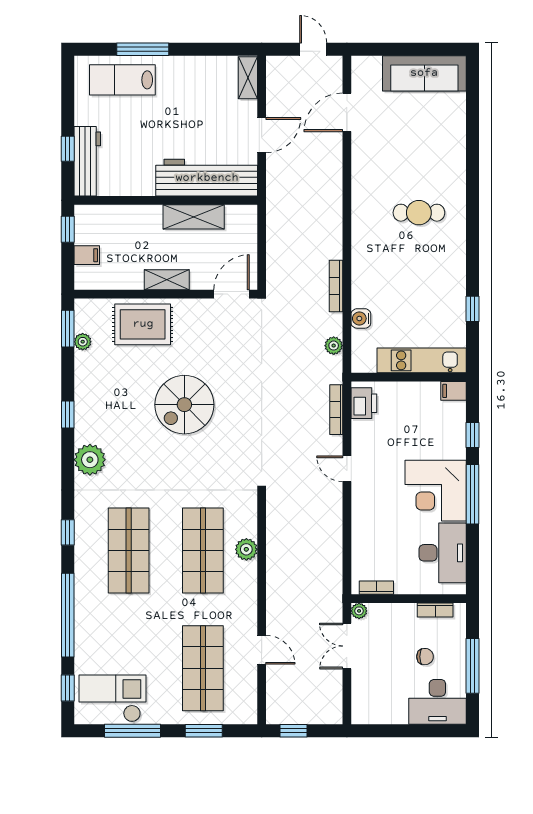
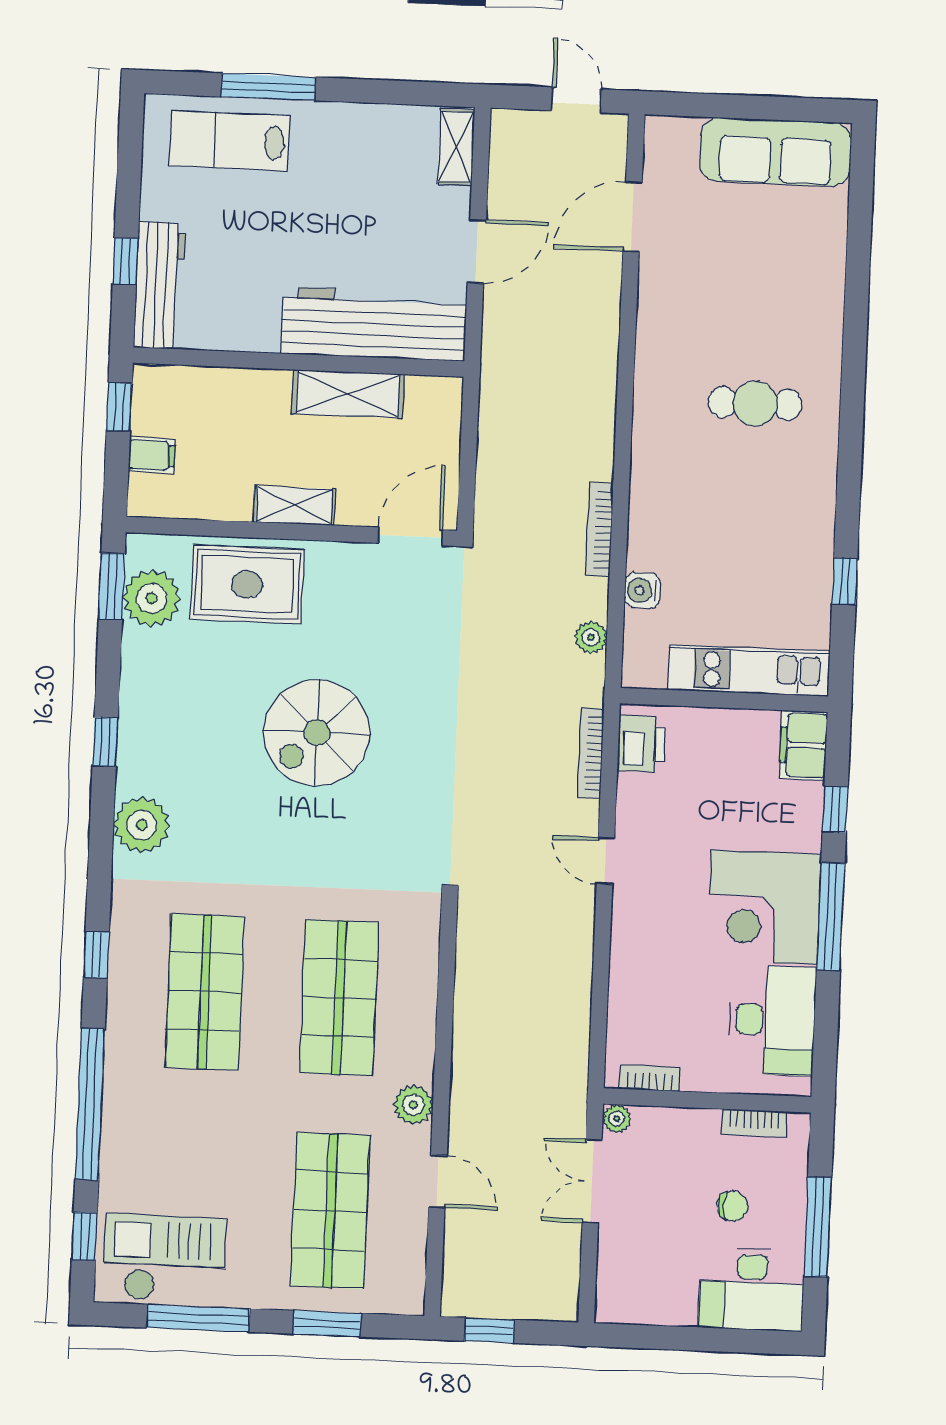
plant: (83, 342) -> (152, 598), width x1.88, depth x1.88
filing cabinet: (453, 391) -> (803, 745), width x2.00
plant: (246, 549) -> (413, 1105), moved

